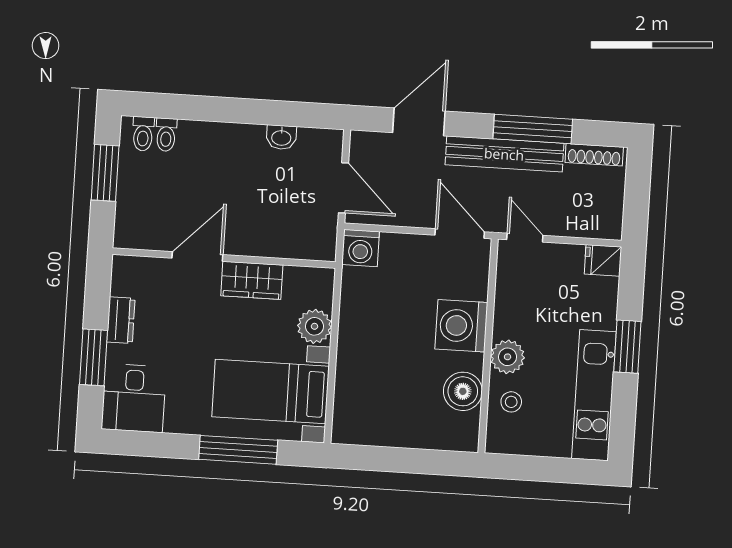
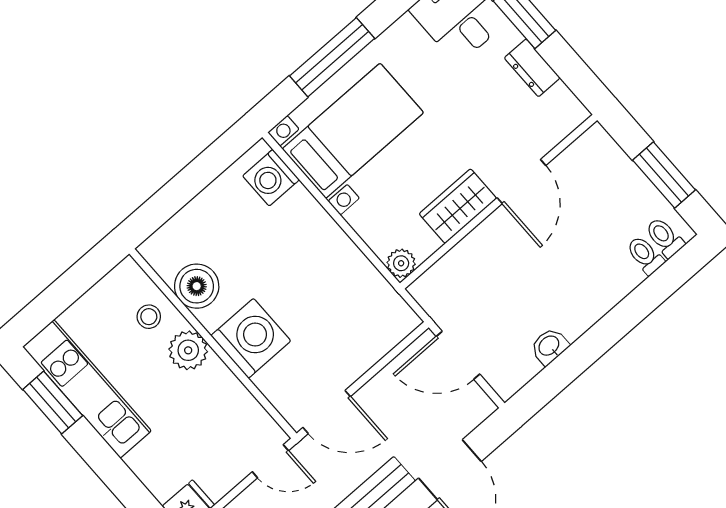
washing machine: (360, 248) -> (271, 178), moved, turned -90
plant: (314, 326) -> (401, 263), moved, width x0.73, depth x0.73
window: (627, 347) -> (53, 402), moved

